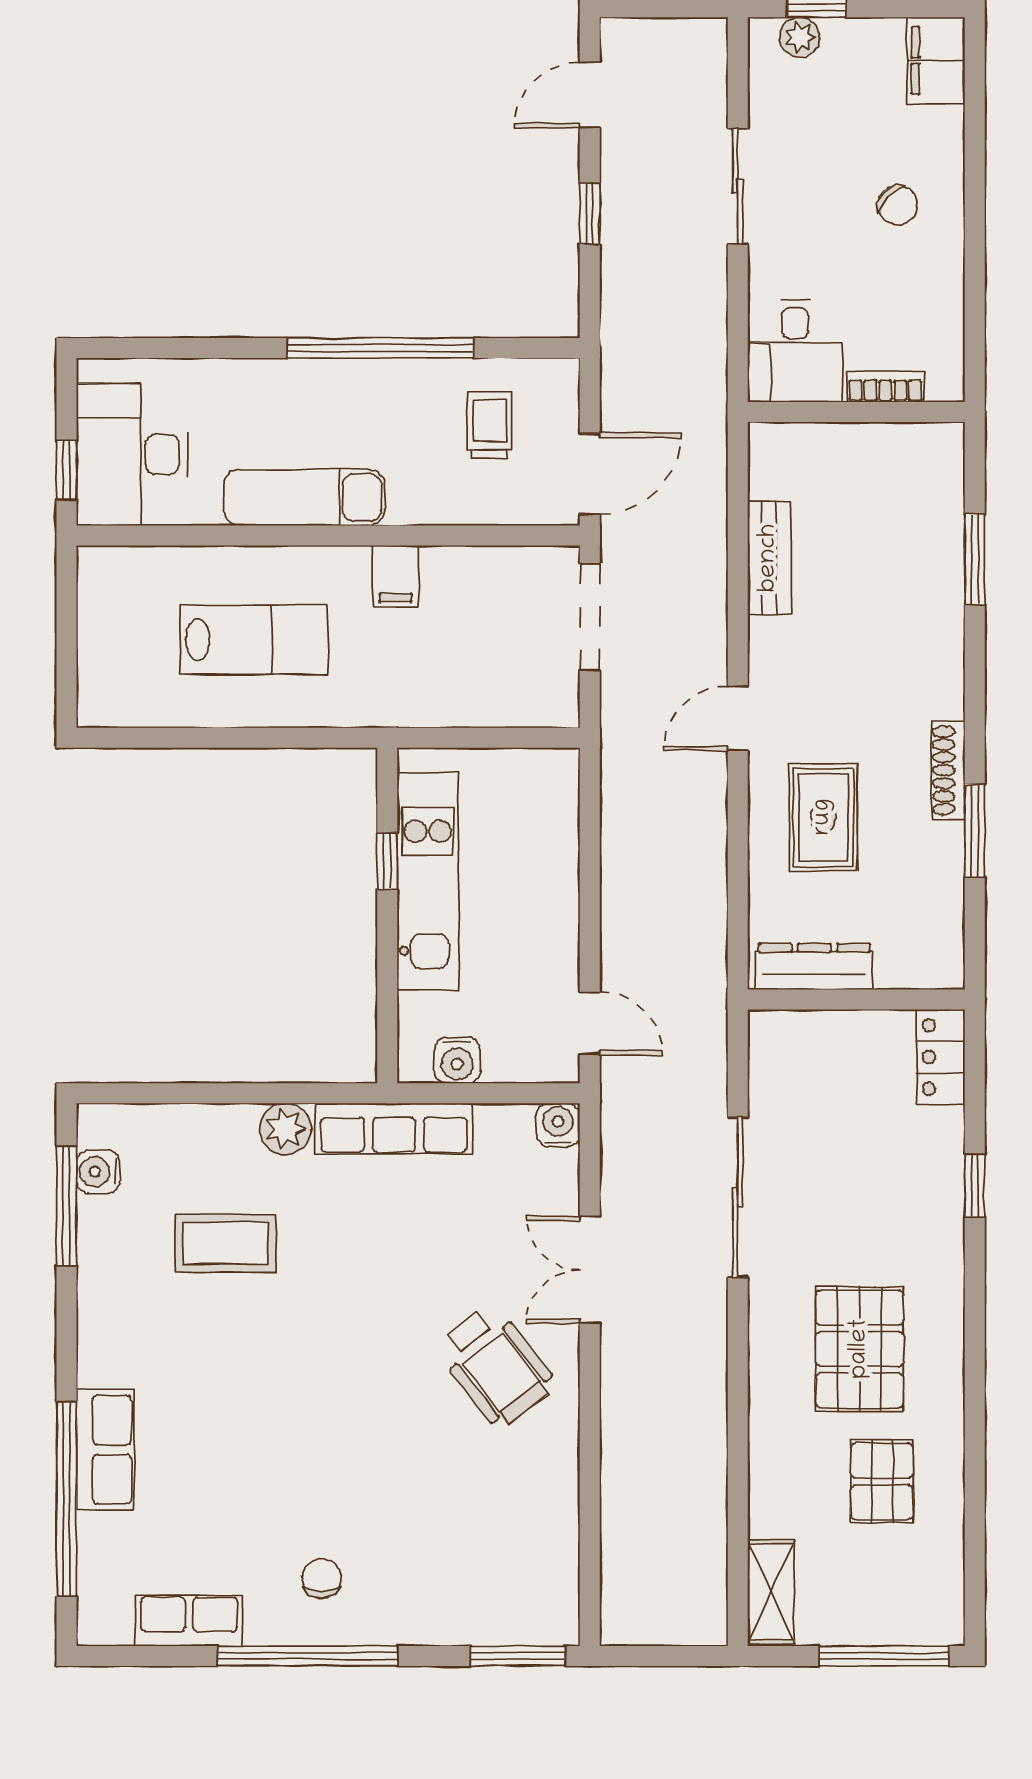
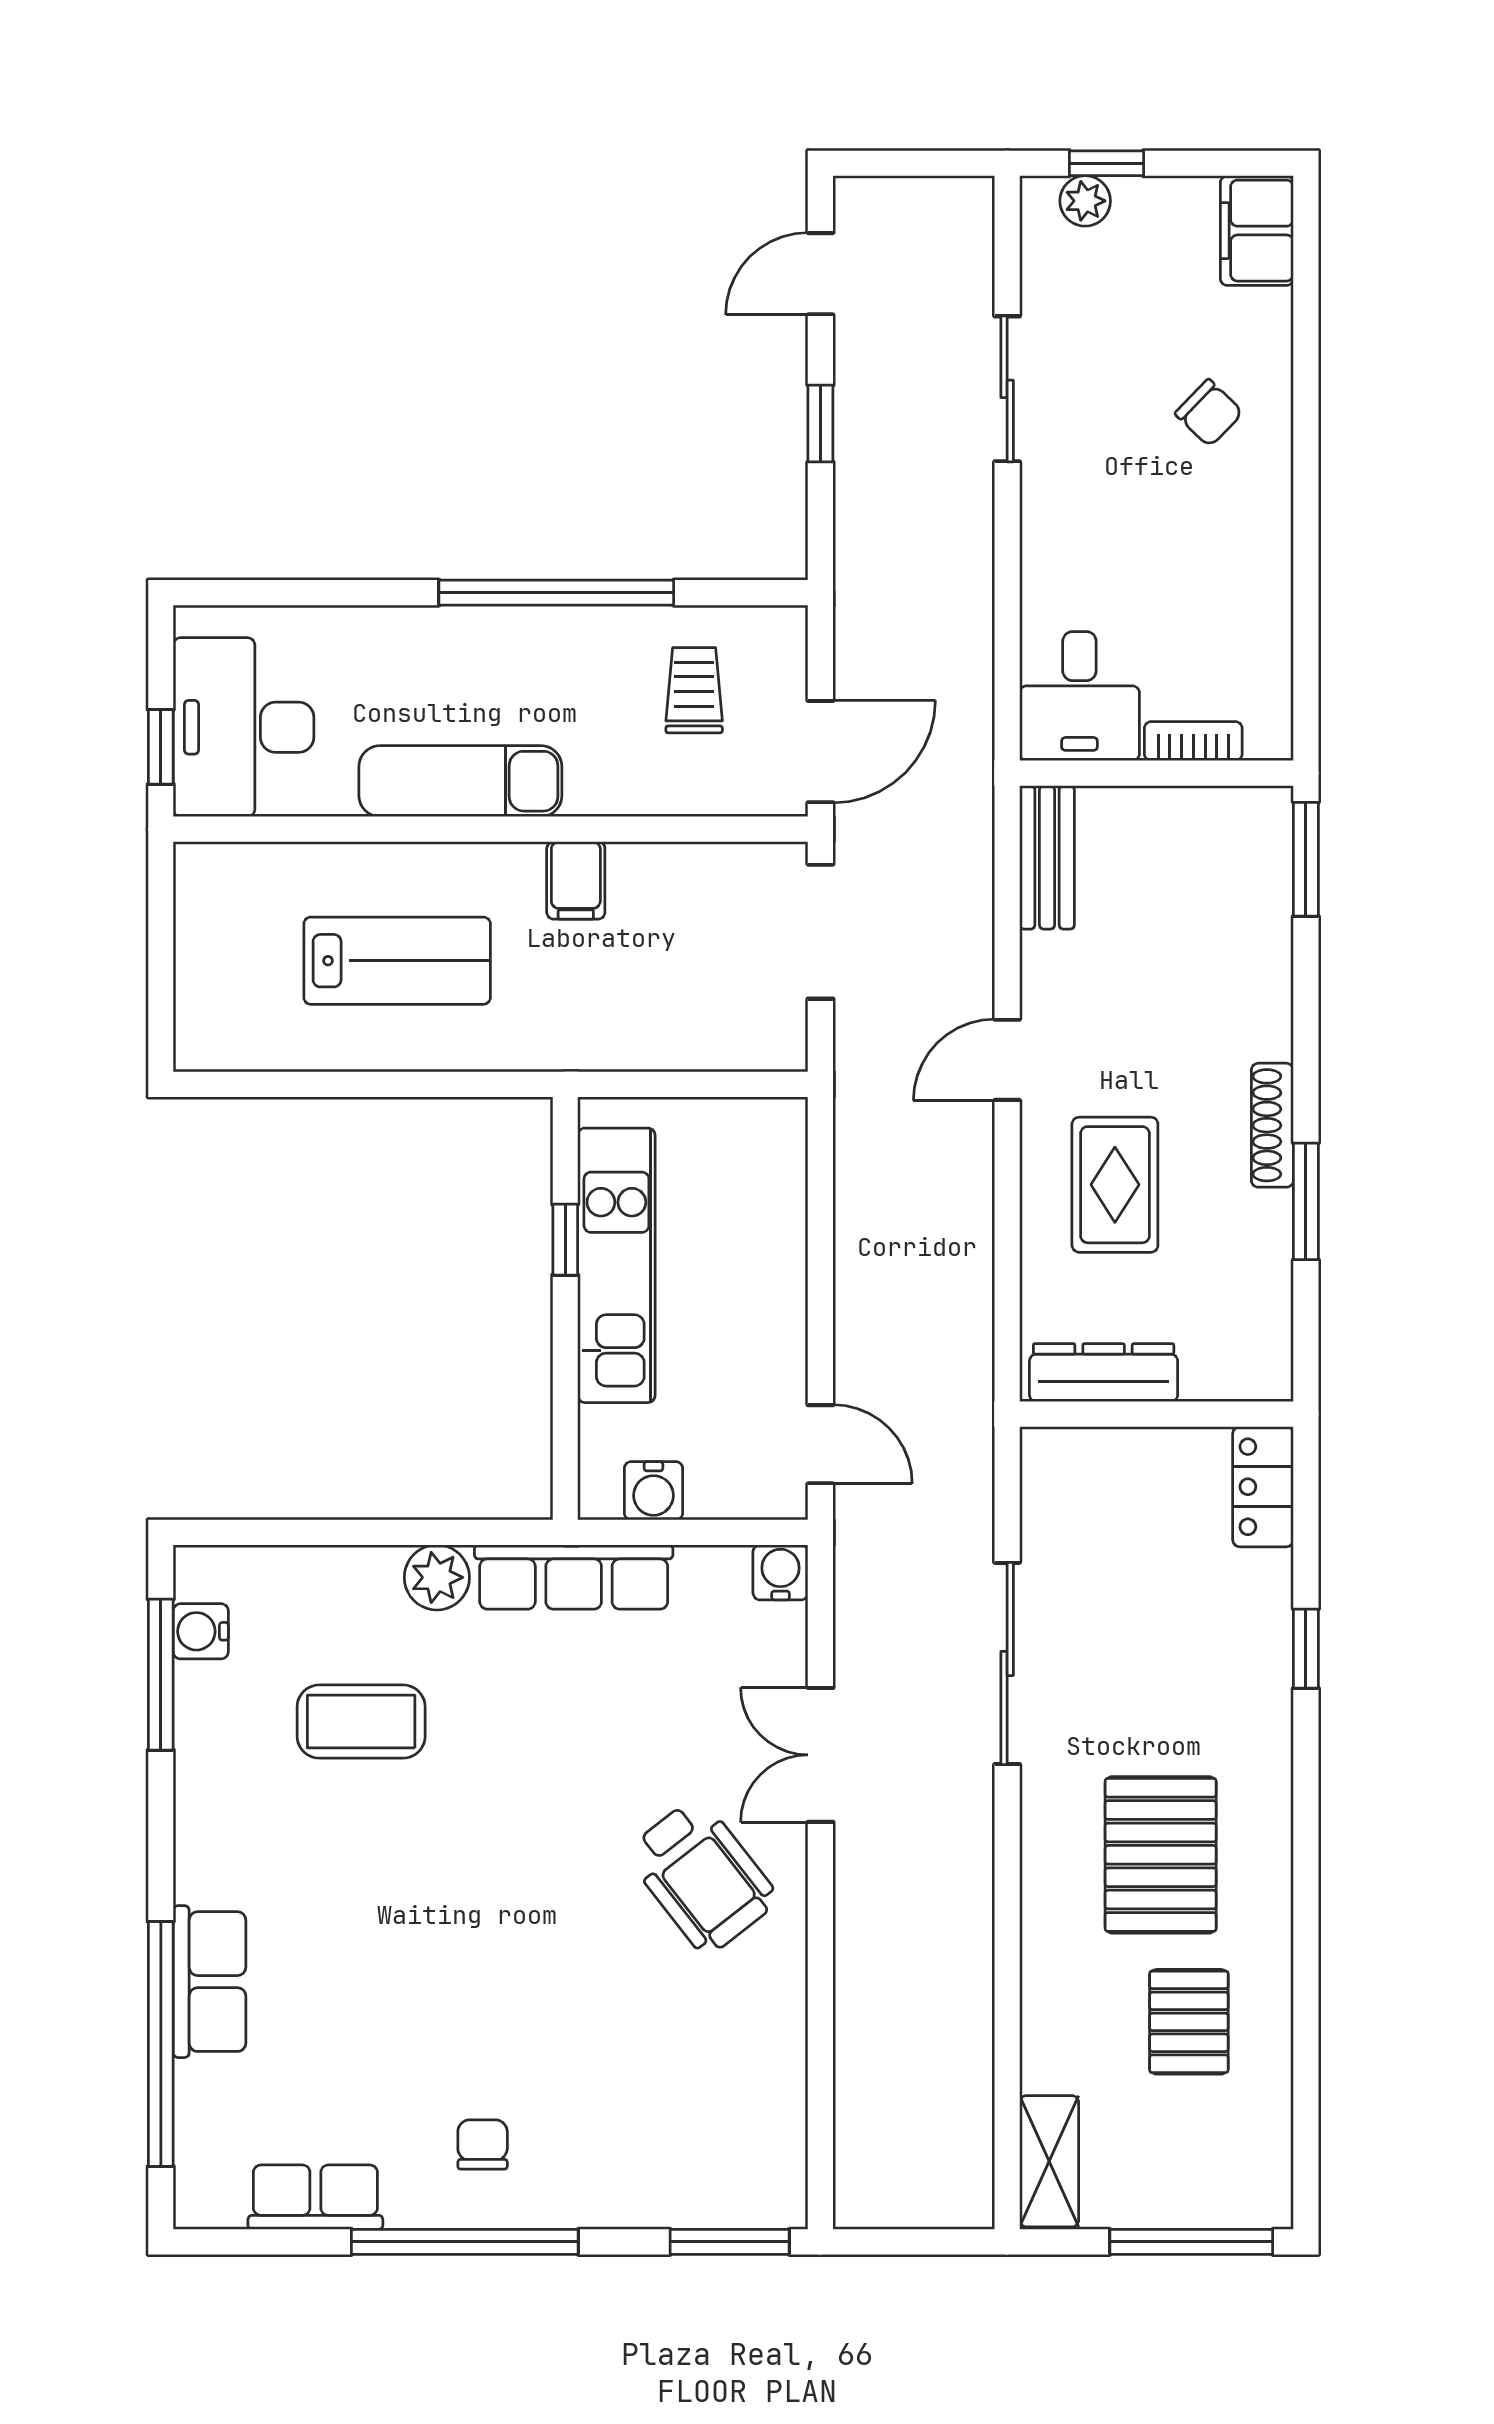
desk: (795, 351) -> (1079, 696), moved
bookcase: (885, 387) -> (1193, 741), moved
wall: (856, 412) -> (1157, 773), moved

